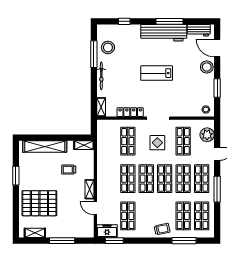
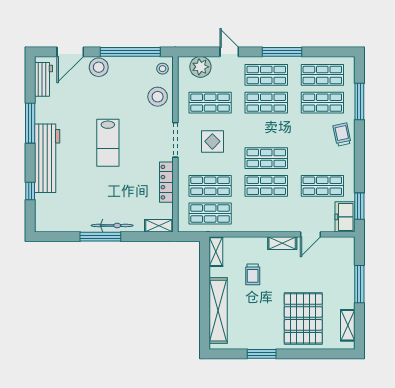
workbench: (164, 33) -> (47, 158), moved
stool: (108, 47) -> (158, 97), moved
window: (94, 54) -> (100, 237), moved
window: (217, 88) -> (130, 52), width x2.11
shop shelf: (165, 179) -> (210, 213), moved

